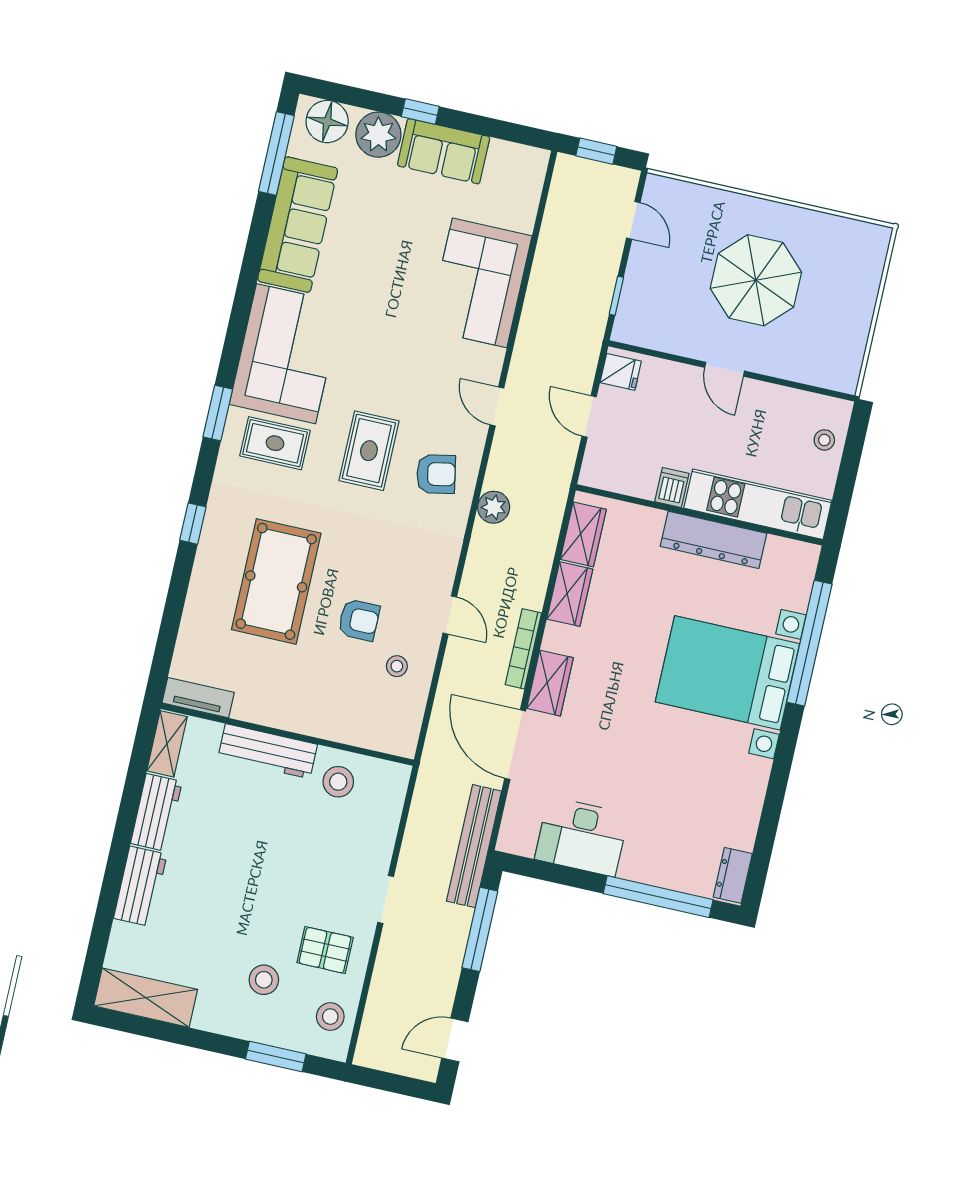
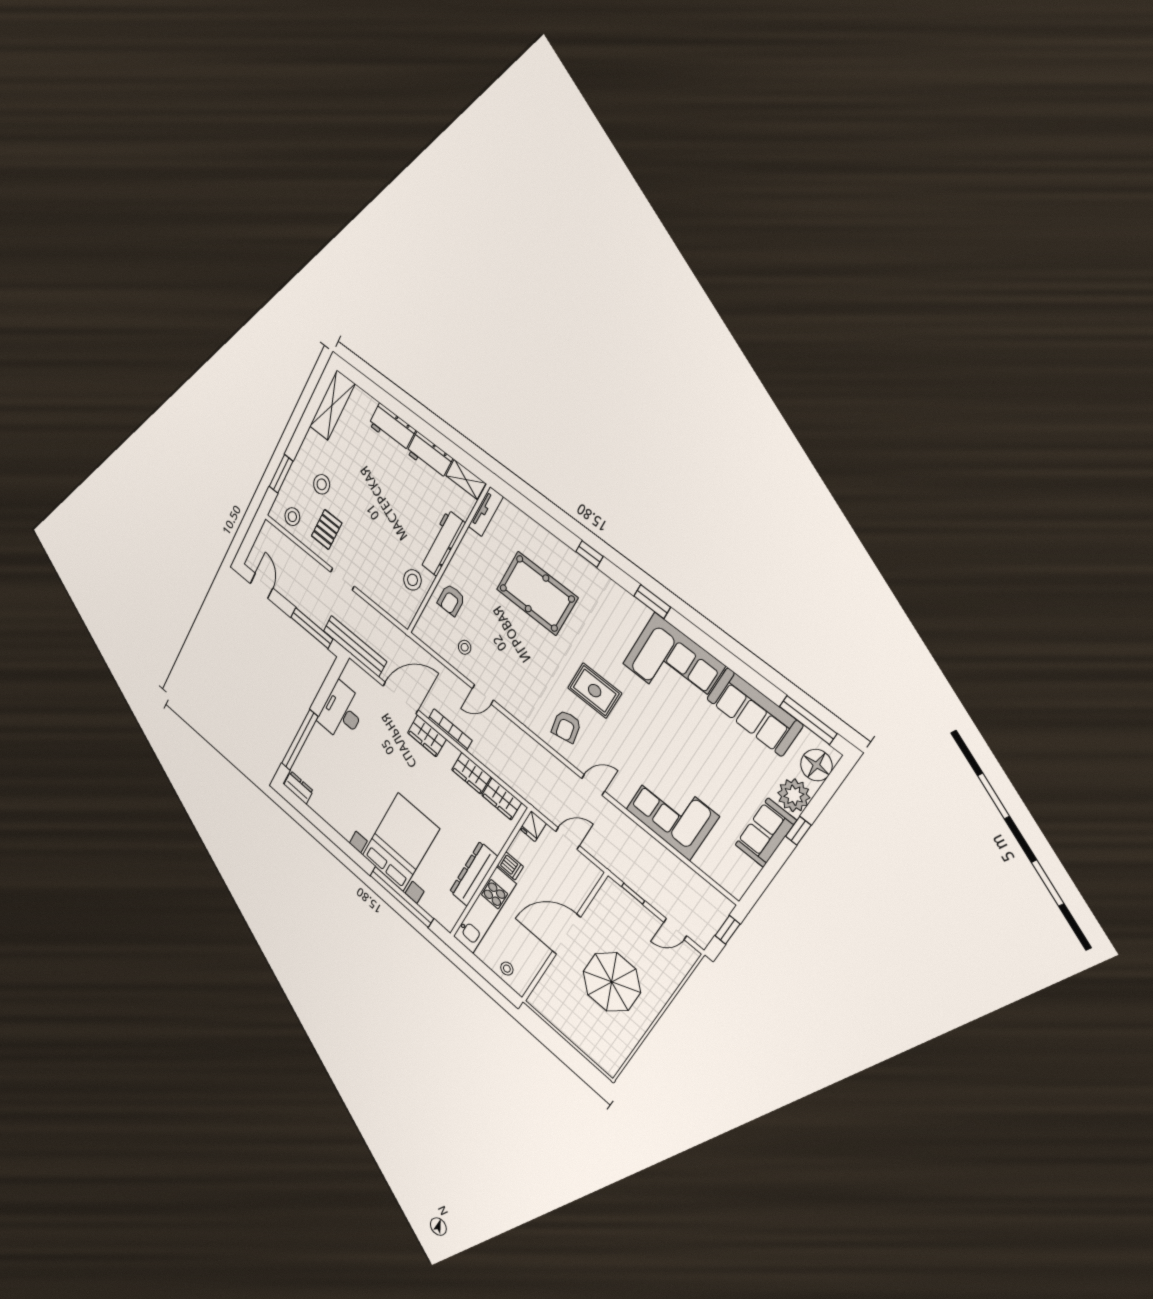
door: (725, 369) -> (567, 934), width x1.88
fridge: (621, 372) -> (533, 826), moved
rug: (275, 443) -> (620, 631), removed
plant: (494, 507) -> (535, 752), removed
armchair: (359, 620) -> (451, 600), moved

